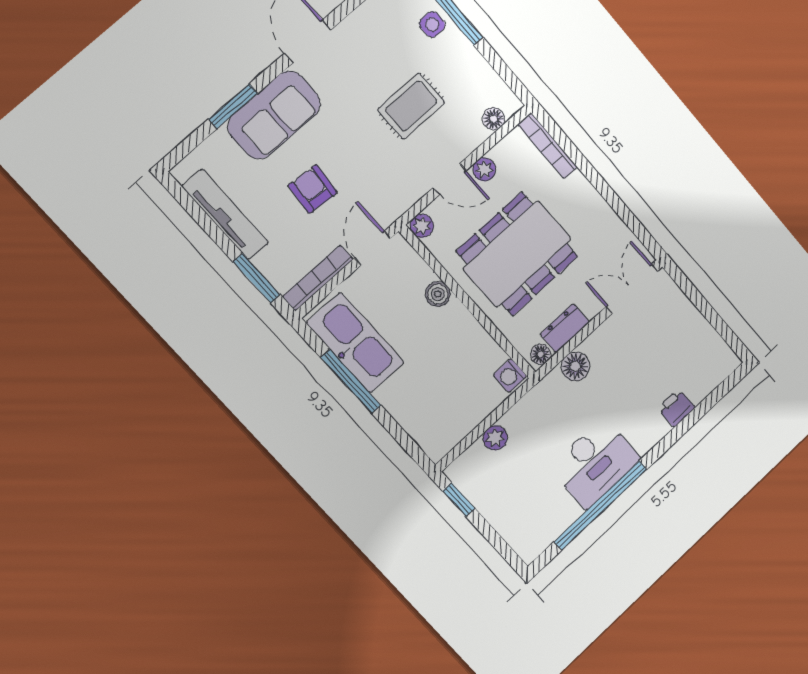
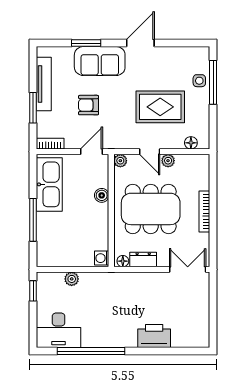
rug: (411, 106) -> (160, 107), width x1.36, depth x1.43
bookcase: (548, 146) -> (204, 212), moved
armchair: (313, 189) -> (89, 105), turned -95
window: (257, 278) -> (33, 108), moved
bookcase: (318, 278) -> (50, 144), width x0.64
floor lamp: (575, 366) -> (133, 280), removed
window: (351, 381) -> (33, 220), moved
printer: (676, 408) -> (154, 336), width x1.87, depth x1.48
desk: (595, 463) -> (59, 330), moved

